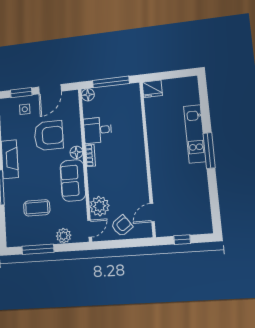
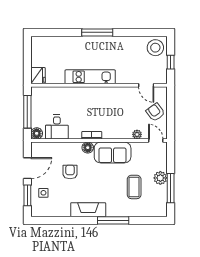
door: (50, 89) -> (27, 168), hinge flipped
desk: (98, 130) -> (57, 127), moved
kitchen unit: (195, 134) -> (90, 77), moved, turned 180
armchair: (49, 136) -> (70, 172), width x0.53, depth x0.53
plant: (99, 206) -> (137, 134), width x0.53, depth x0.53
stool: (198, 220) -> (155, 48), added
plant: (64, 236) -> (160, 178), moved

